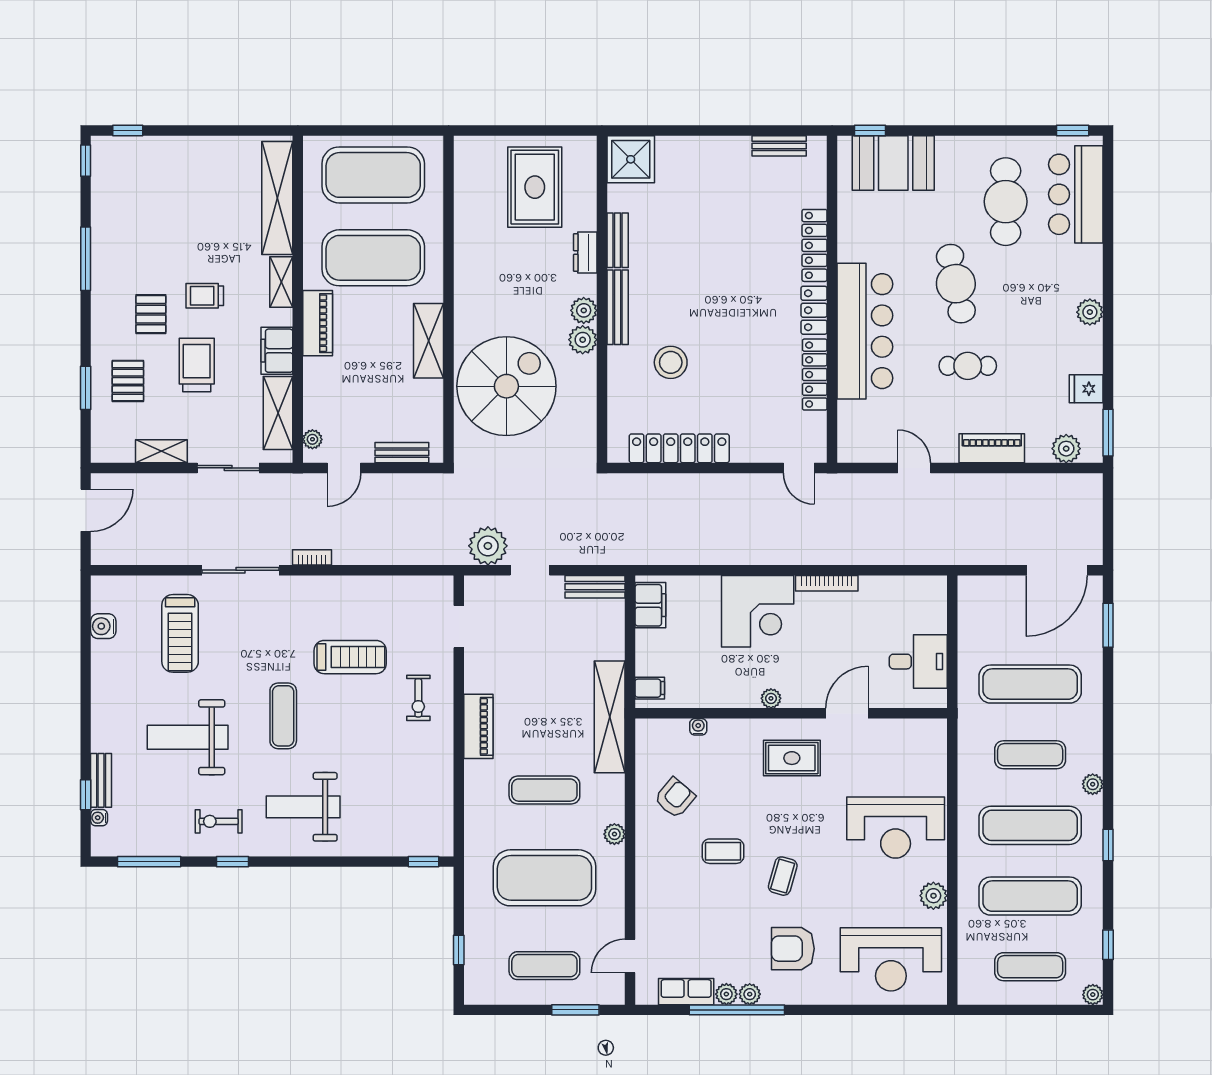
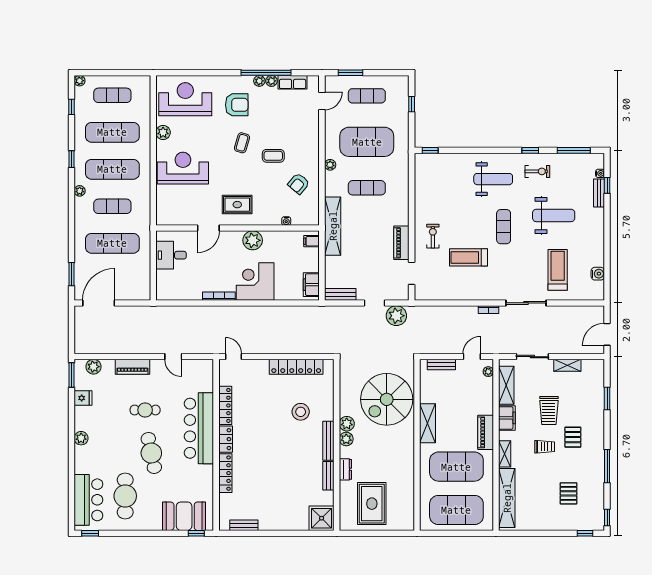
pallet: (128, 381) -> (568, 493), moved
plant: (771, 698) -> (253, 240), width x1.88, depth x1.88
piano: (478, 726) -> (401, 243), moved

